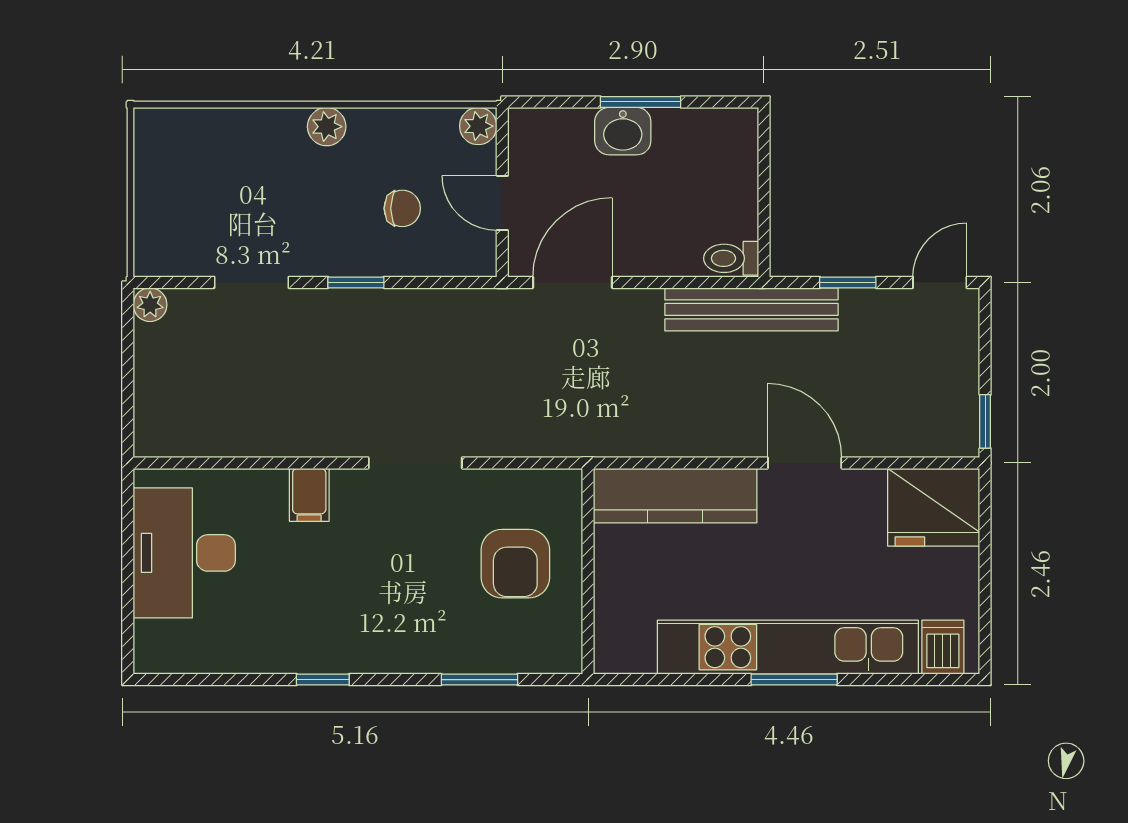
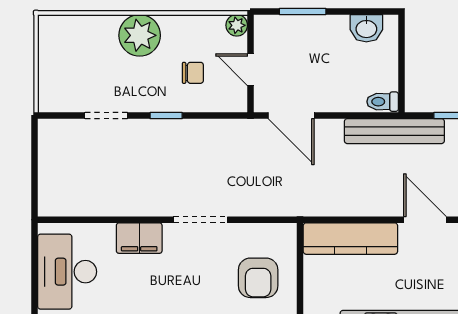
window: (641, 102) -> (303, 11), moved
plant: (327, 127) -> (140, 35), width x1.88, depth x1.88
washbasin: (623, 131) -> (366, 28), moved
door: (572, 282) -> (291, 116), swing flipped
plant: (150, 305) -> (47, 128), removed
filing cabinet: (309, 495) -> (139, 238), width x2.00

